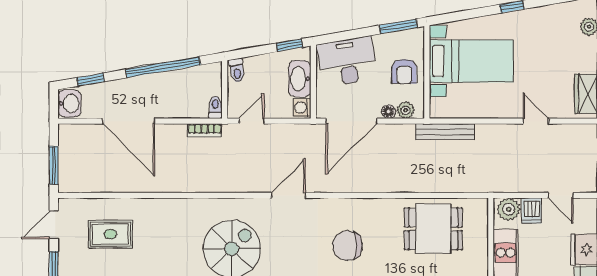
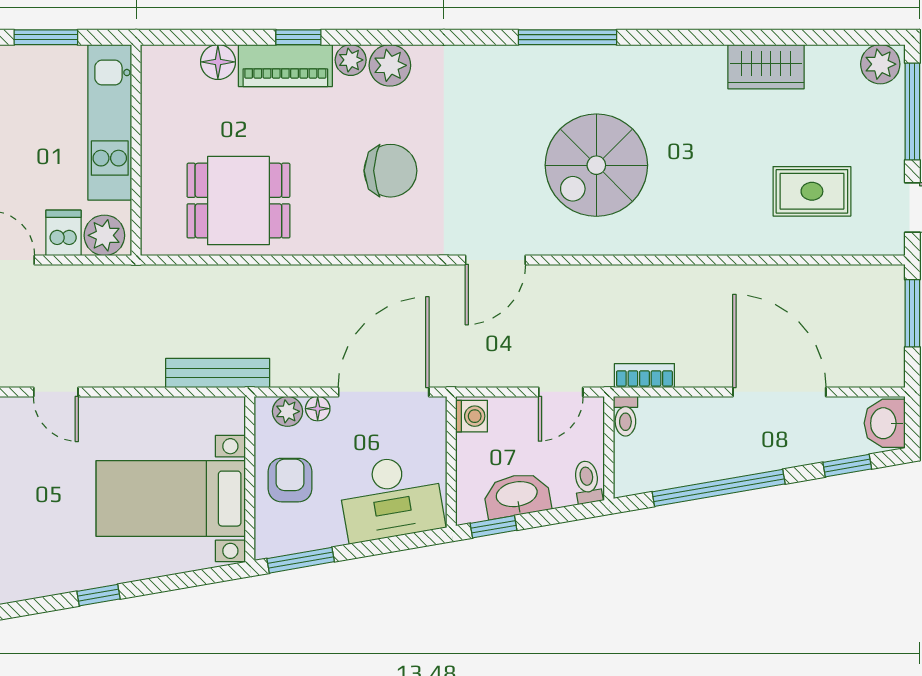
washbasin: (300, 79) -> (517, 495), moved, turned -100

